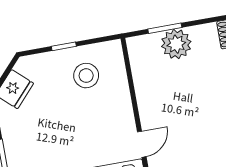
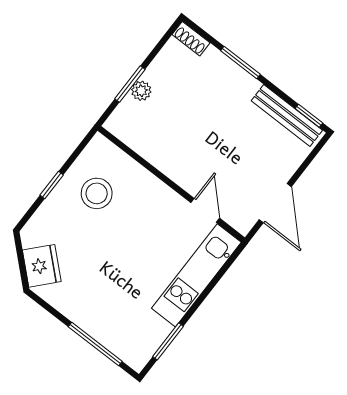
plant: (176, 44) -> (141, 91), width x0.53, depth x0.53

